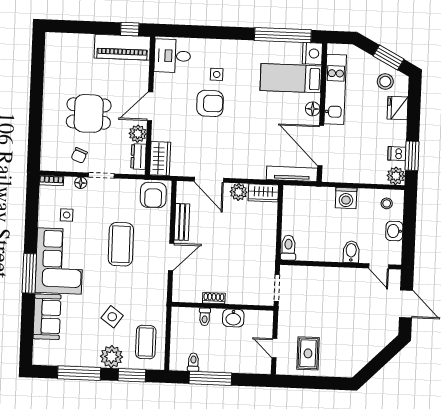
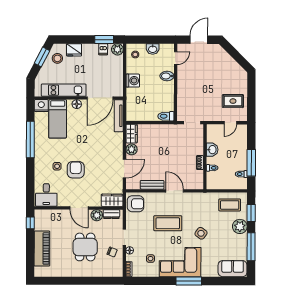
window: (283, 35) -> (30, 140), moved
piano: (122, 47) -> (42, 249), moved
sofa: (47, 317) -> (233, 269), moved
side table: (112, 317) -> (201, 233), moved

